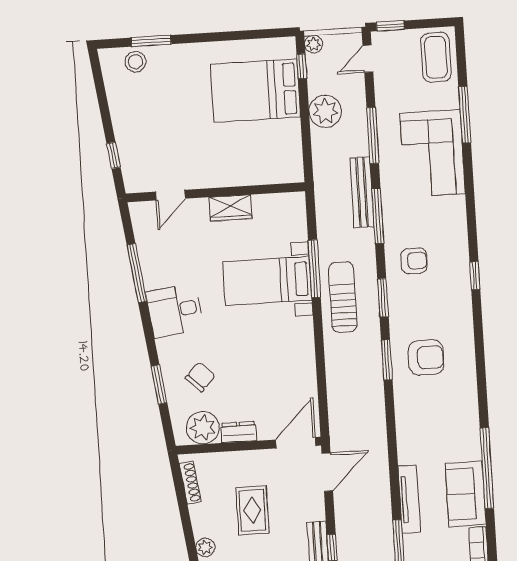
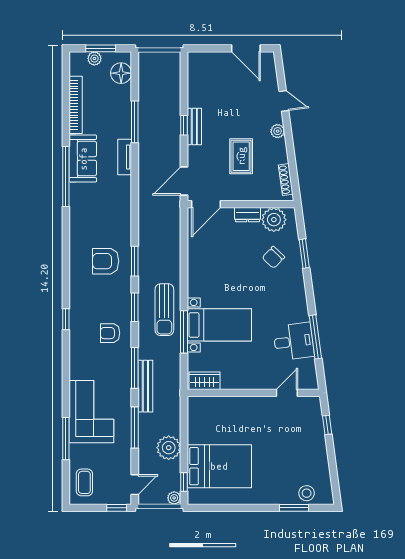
coffee table: (436, 57) -> (84, 482), width x0.73, depth x0.77
wardrobe: (230, 208) -> (205, 381), moved
desk: (175, 310) -> (294, 341), moved
tv unit: (409, 499) -> (125, 157), width x0.71

